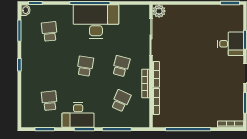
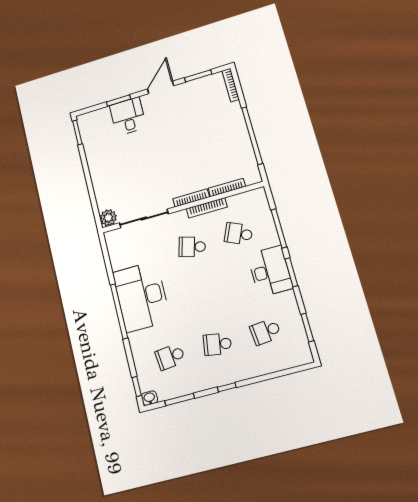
school desk: (85, 66) -> (217, 344), moved
desk: (78, 115) -> (270, 271), moved

